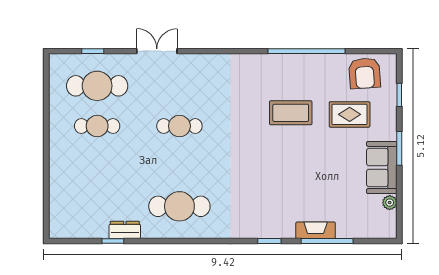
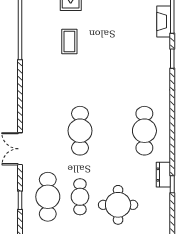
coffee table: (291, 113) -> (69, 41), width x0.73, depth x0.77
cafe table: (179, 126) -> (80, 131), width x1.37, depth x1.35
round table: (87, 173) -> (118, 205), added

